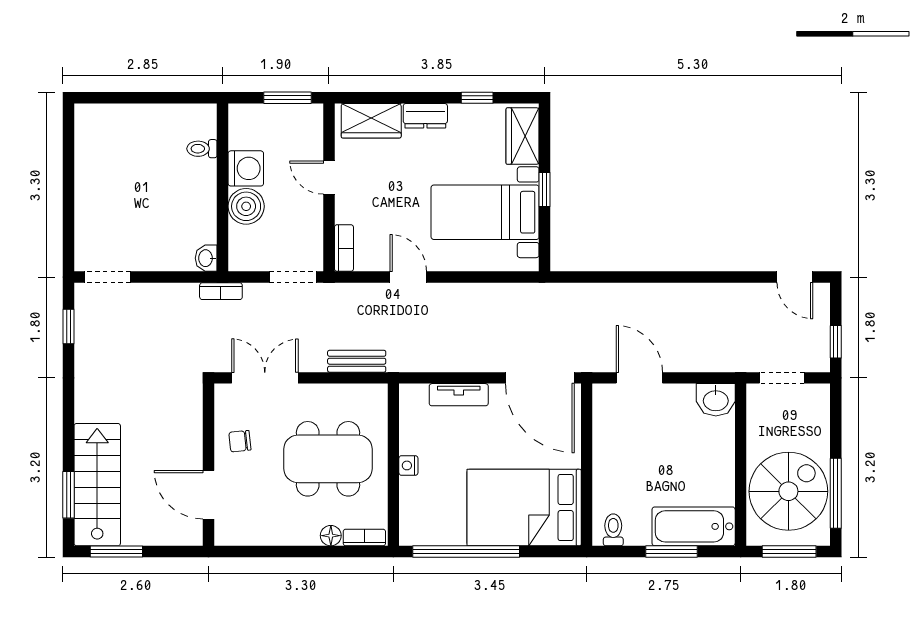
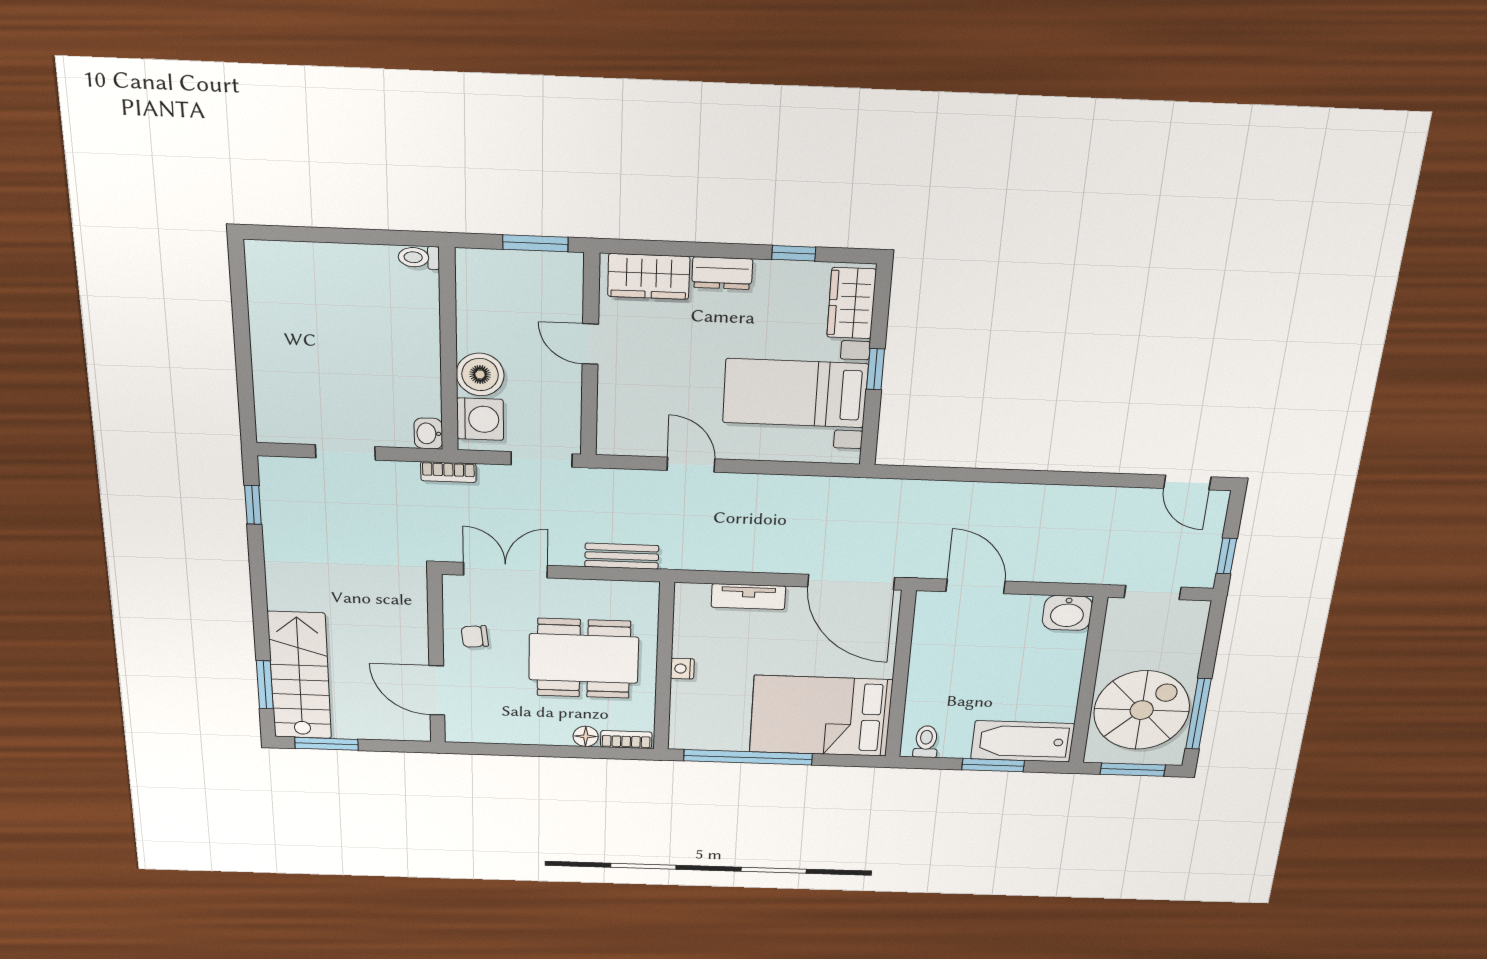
toilet: (202, 149) -> (419, 257), moved
washing machine: (246, 168) -> (480, 419), moved
bookcase: (344, 248) -> (608, 428), removed
doorway: (108, 277) -> (345, 452), moved

